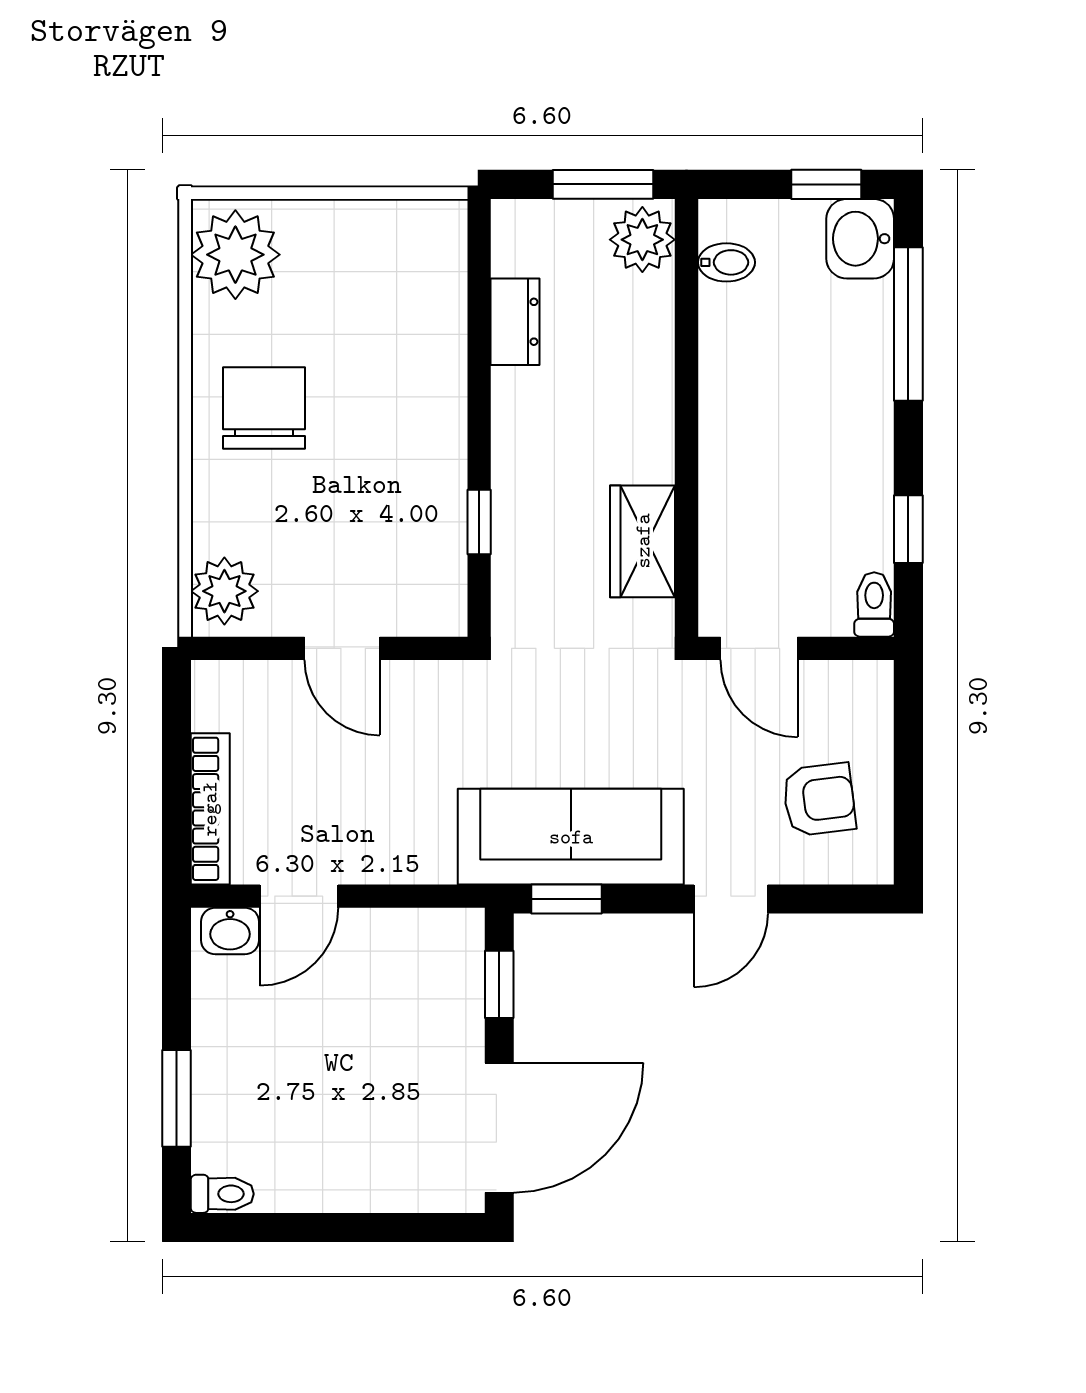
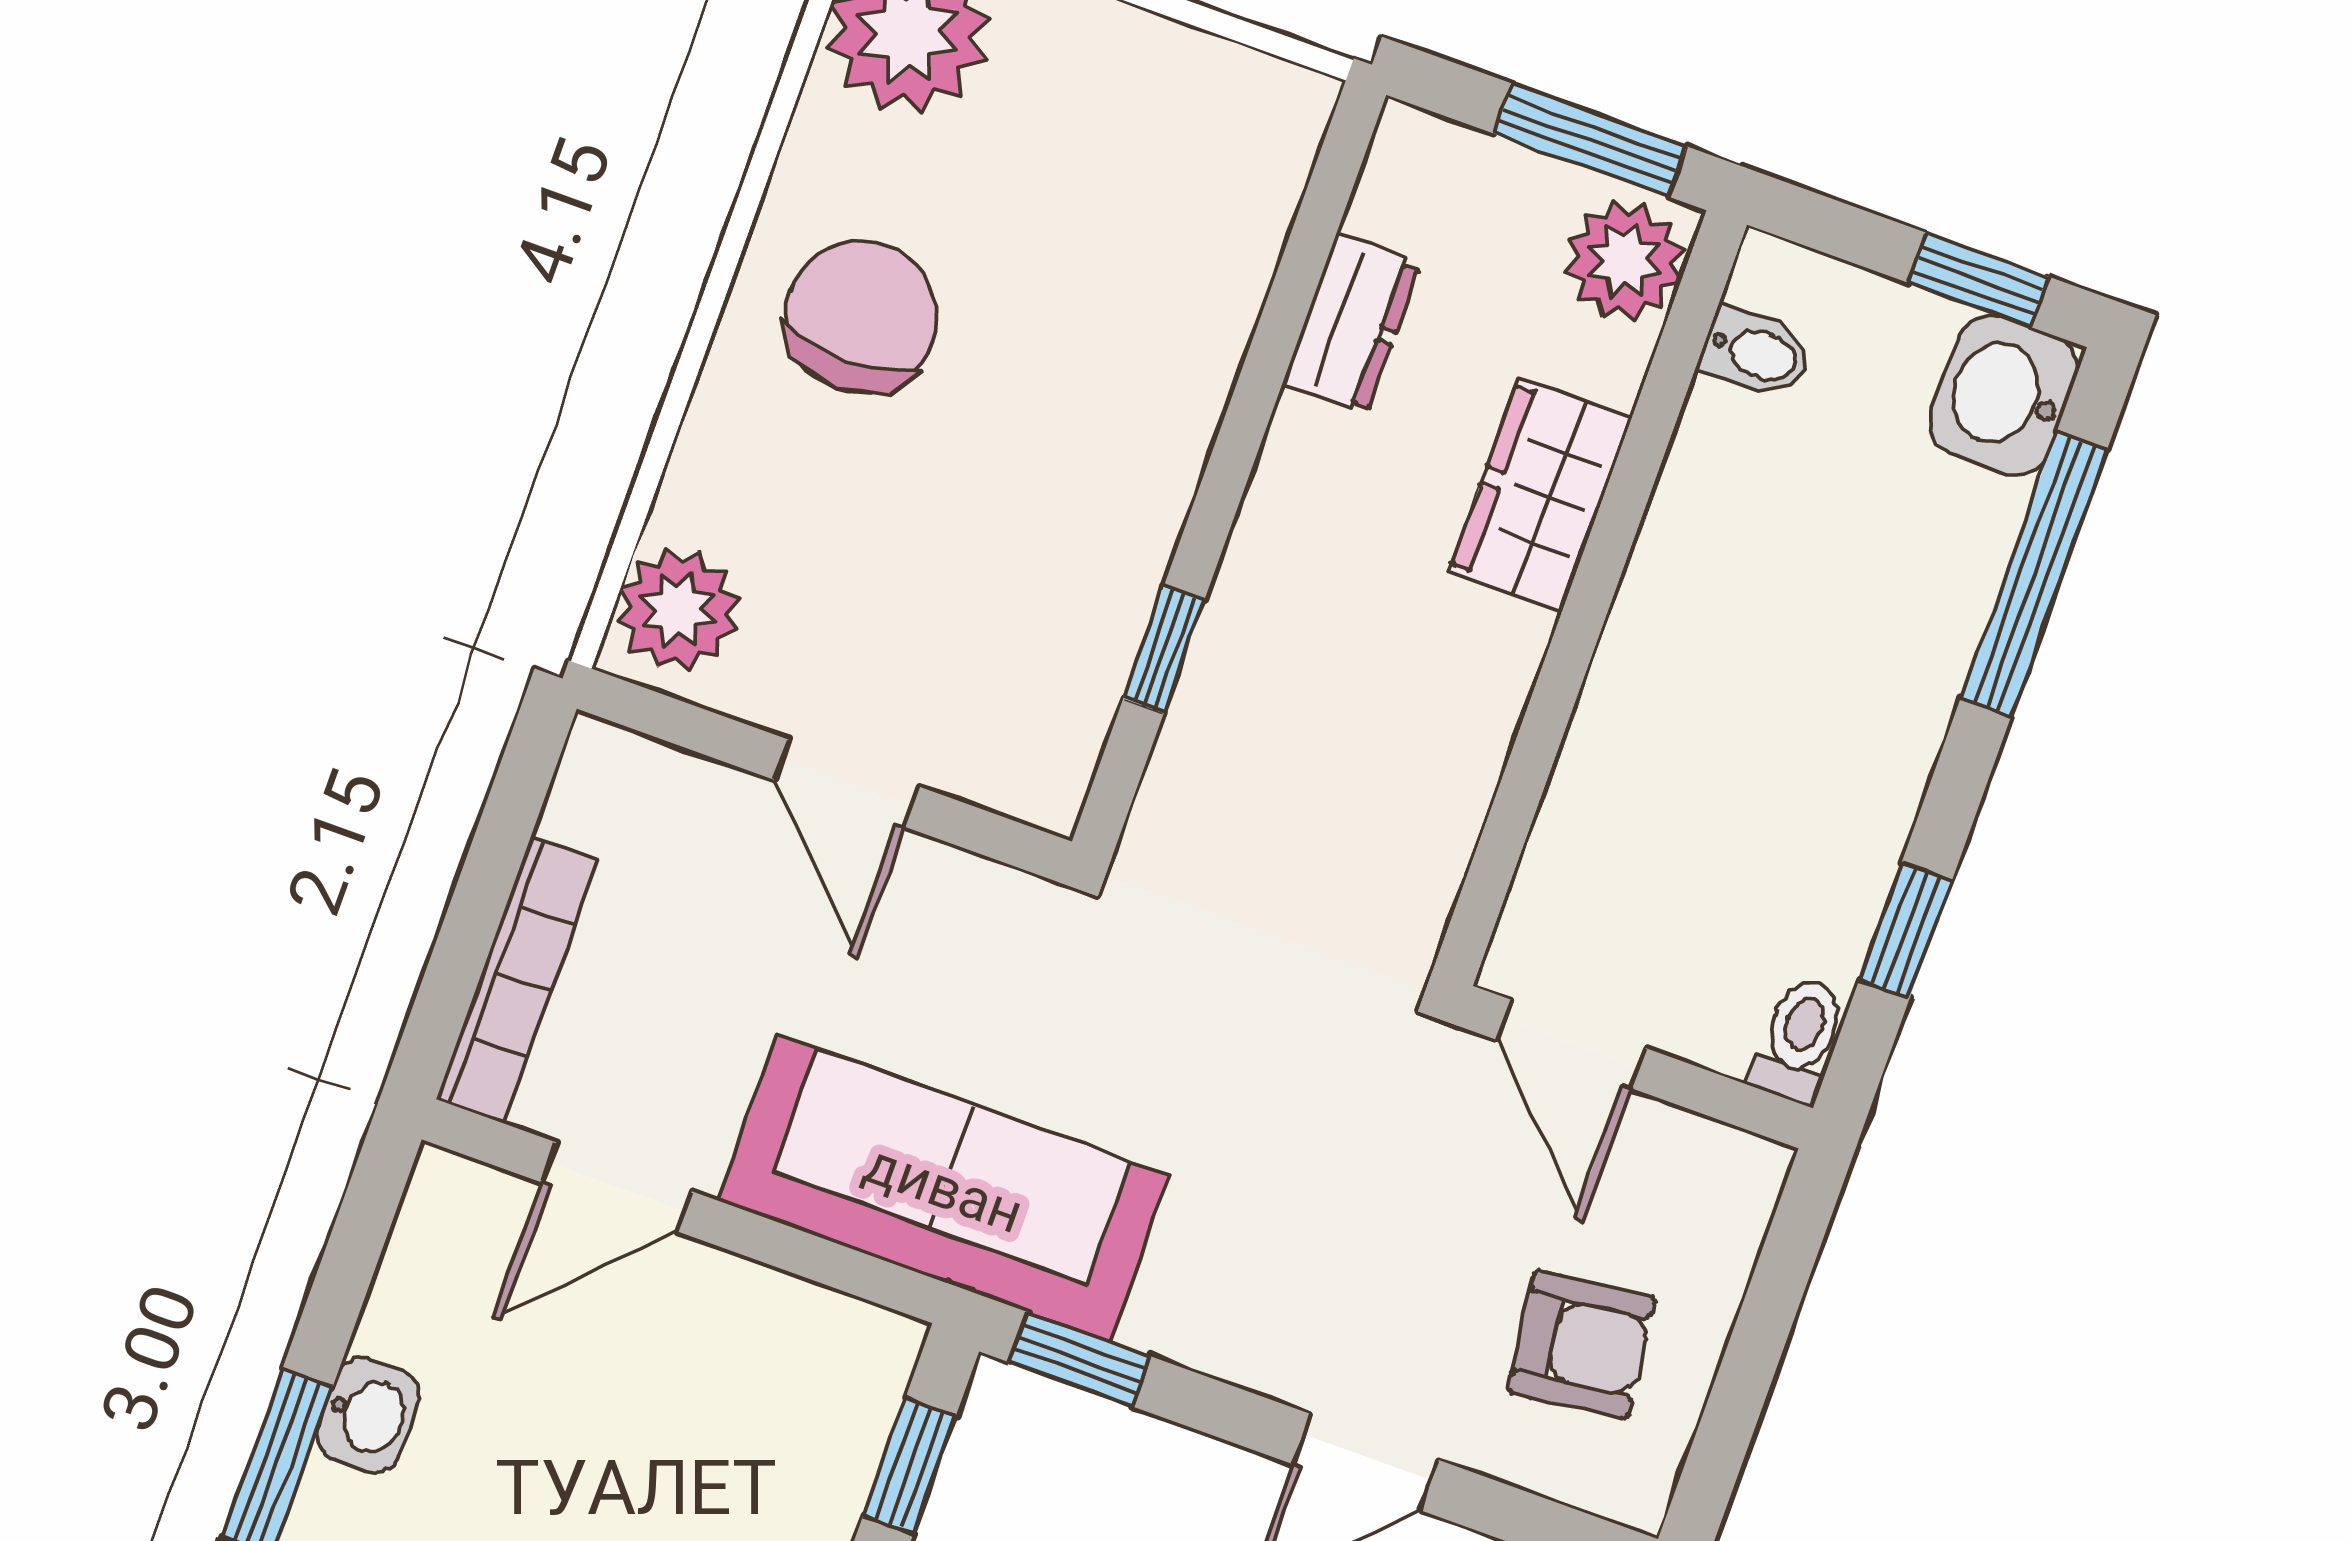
wardrobe: (643, 541) -> (1540, 495), moved
sofa: (571, 837) -> (944, 1188), moved
washbasin: (230, 931) -> (368, 1415), moved, turned -90

